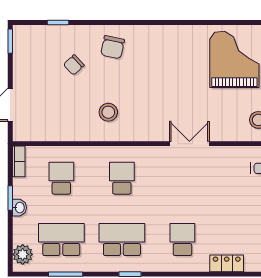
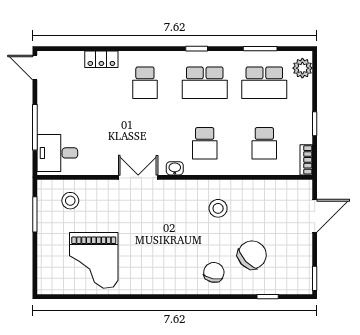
chair: (74, 65) -> (252, 255), width x1.87, depth x1.87
double door: (189, 144) -> (138, 177), swing flipped
washbasin: (19, 208) -> (175, 168), moved, turned 90

